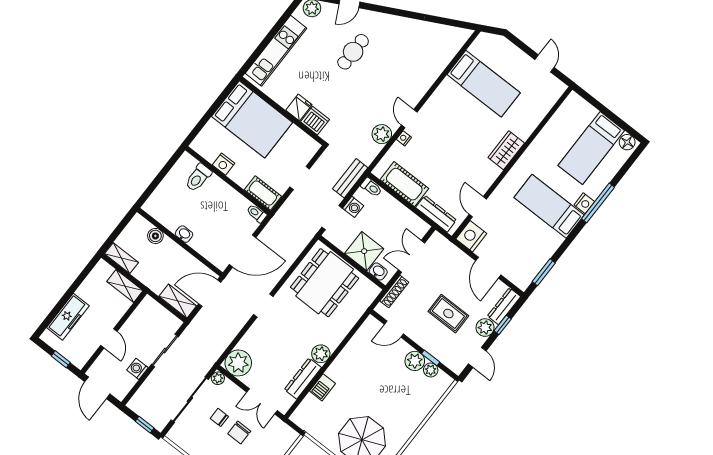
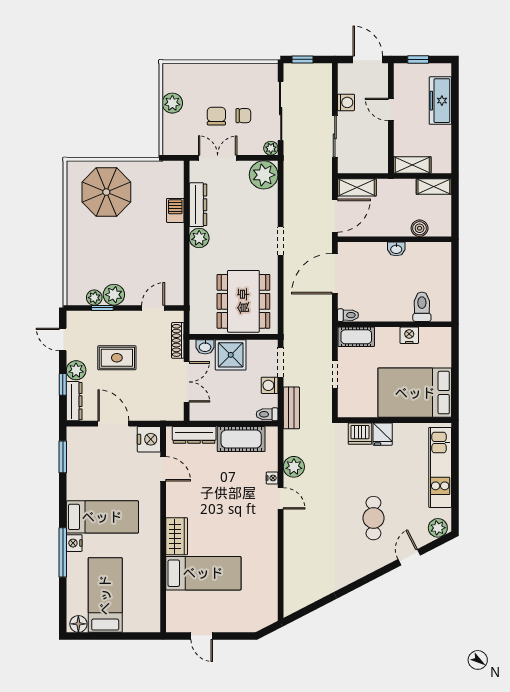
bed: (484, 84) -> (203, 573), moved, turned 180

